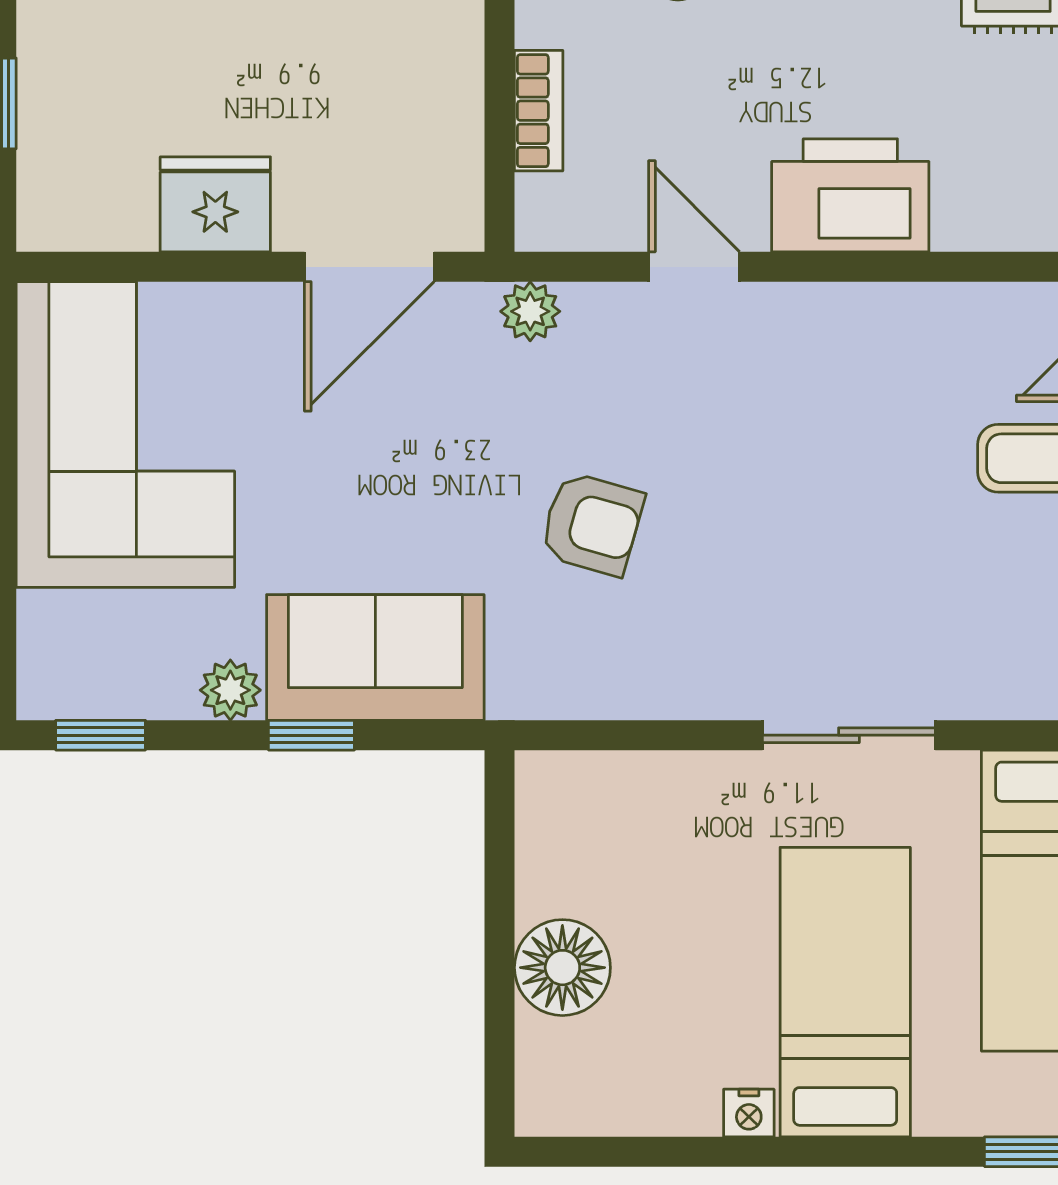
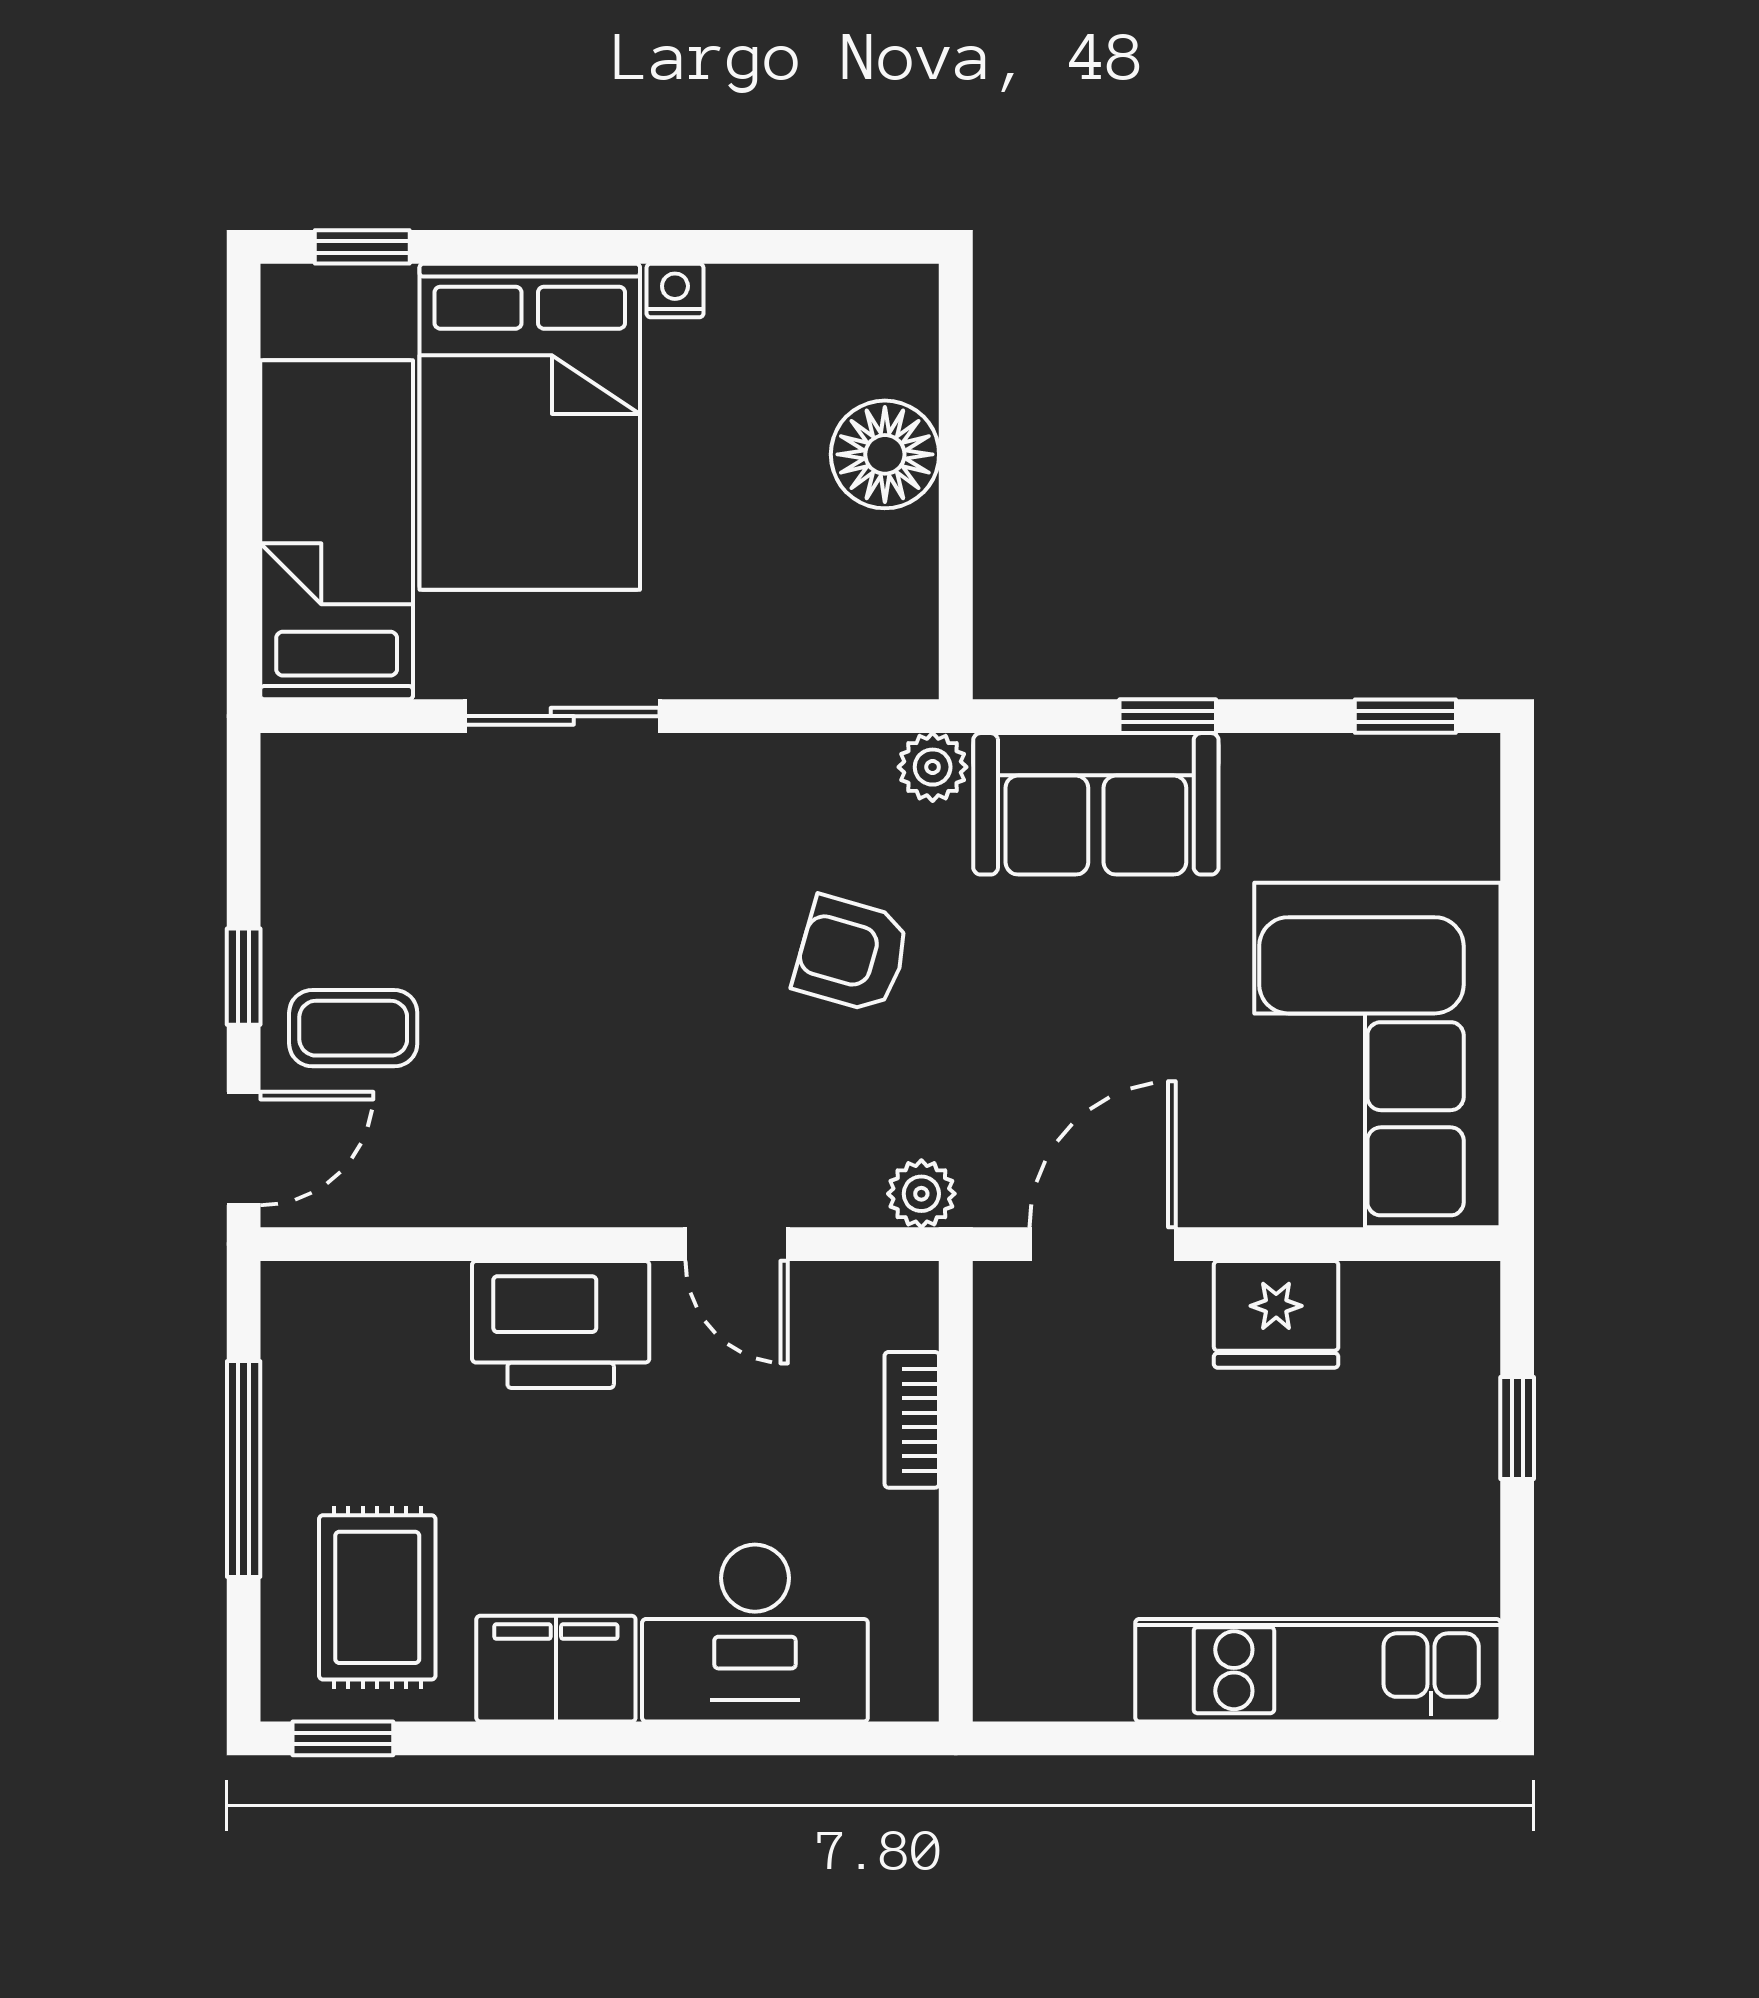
plant: (230, 690) -> (933, 767), moved
bed: (845, 992) -> (530, 427), width x1.50

